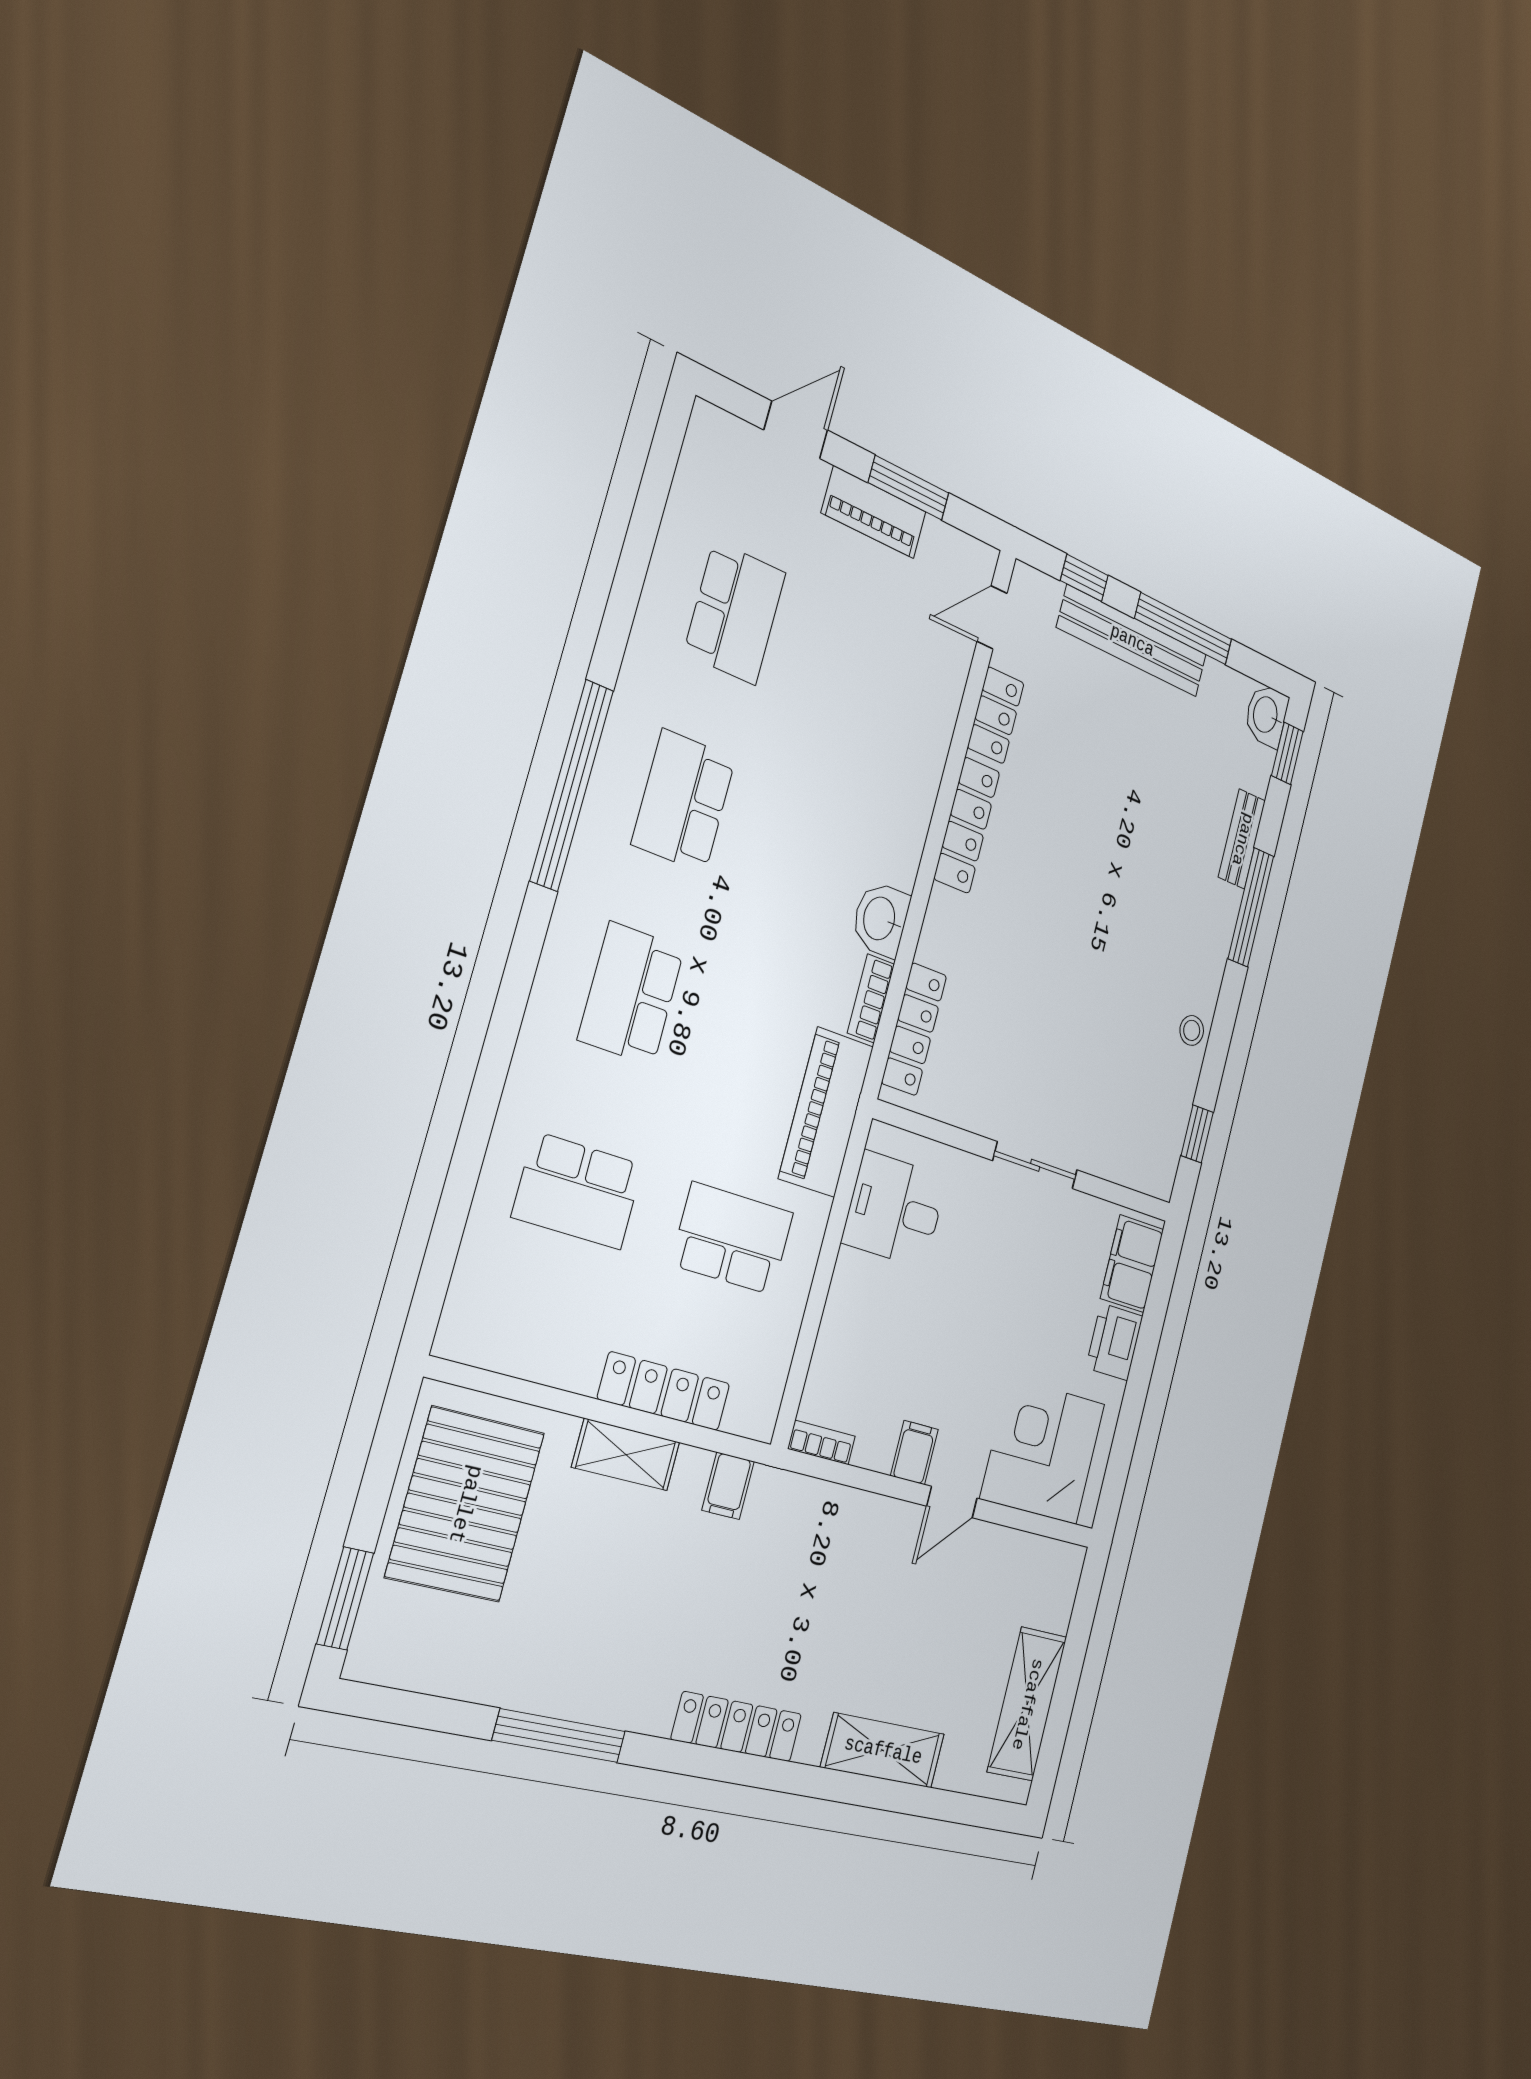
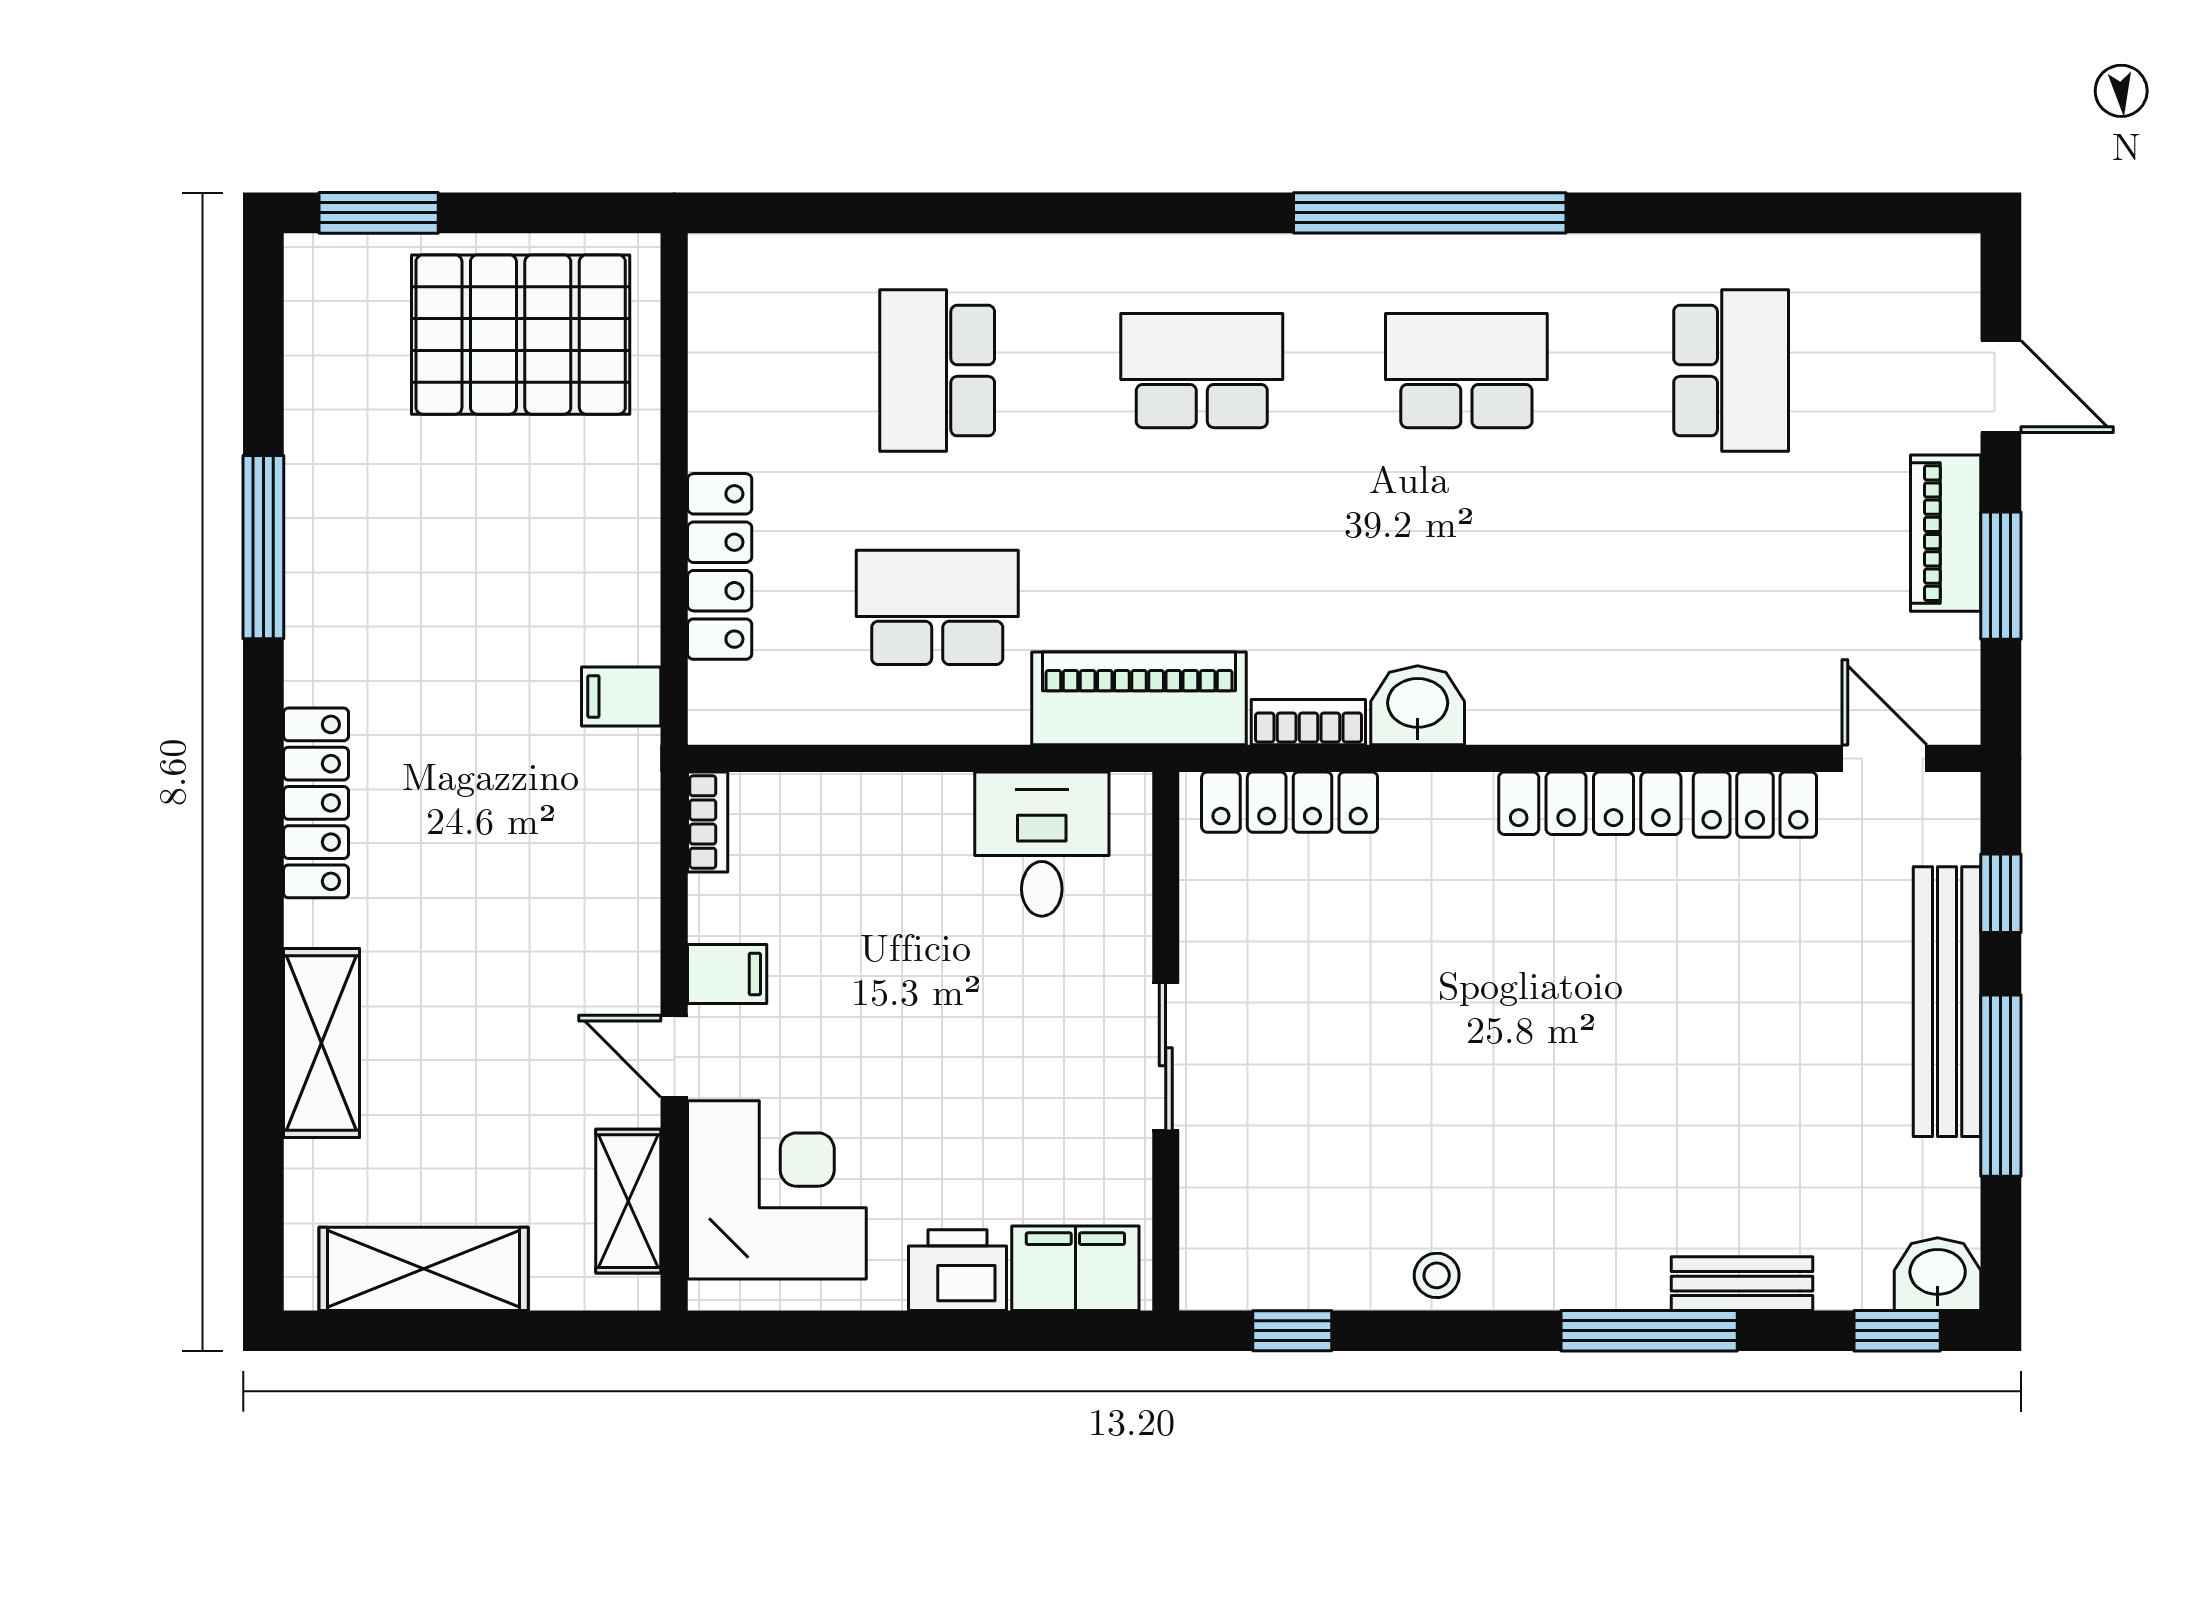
school desk: (735, 613) -> (1731, 371), turned -90
school desk: (732, 1239) -> (937, 607), turned -90
shelving: (626, 1455) -> (628, 1201), moved

